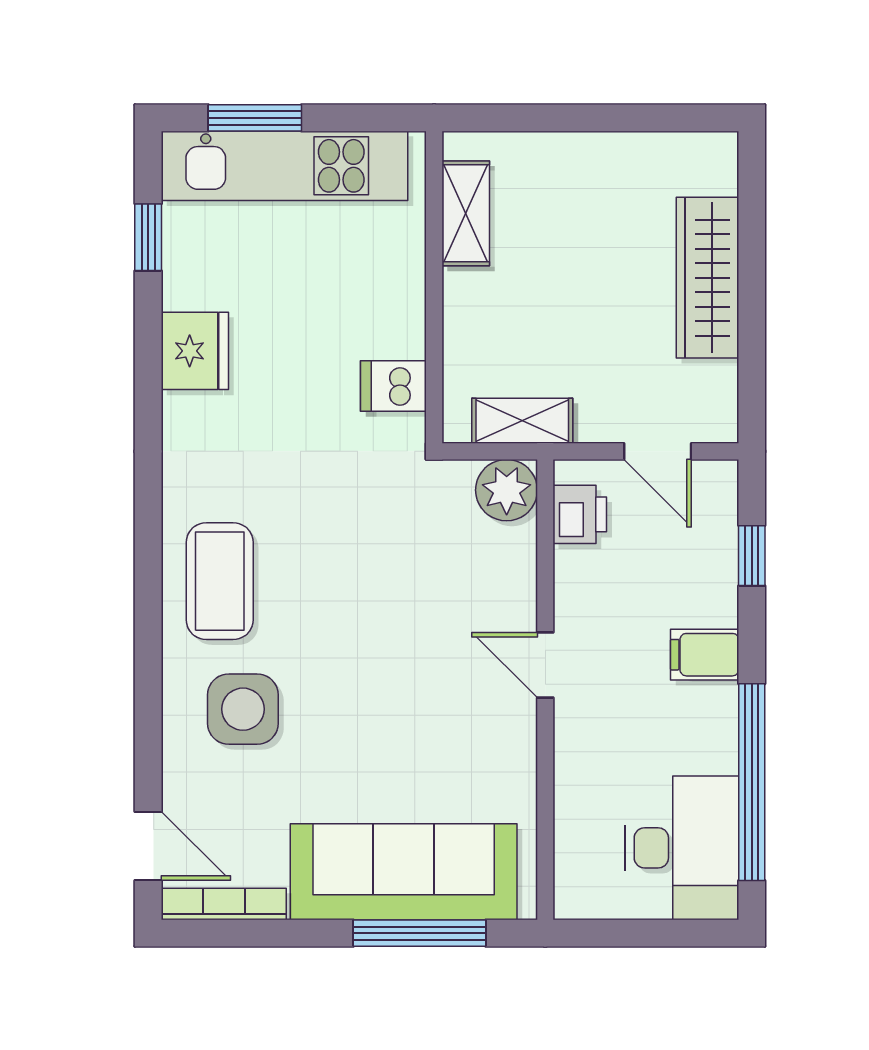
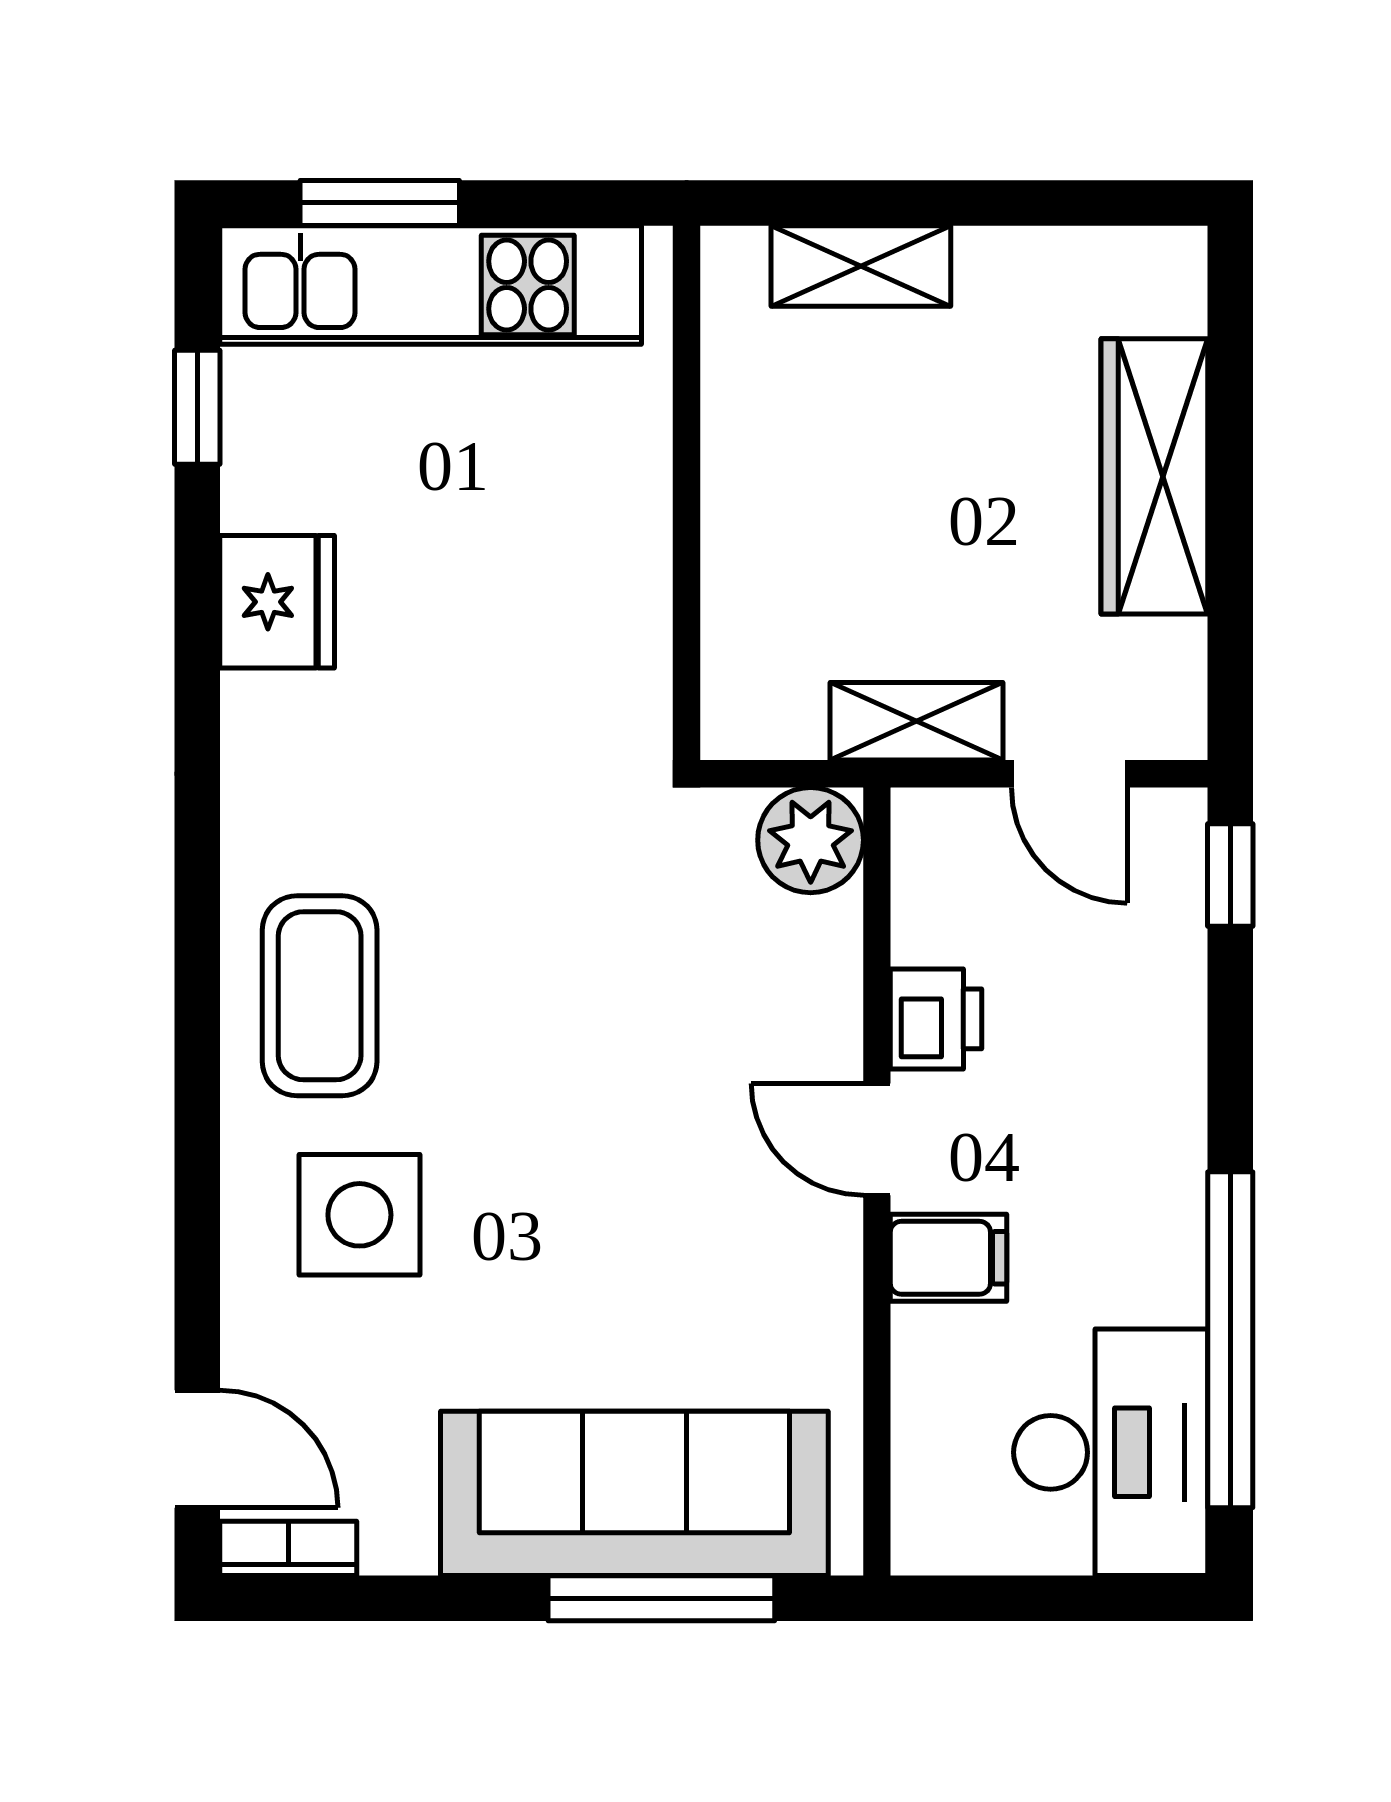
shelving: (466, 213) -> (861, 266), moved, turned 90
dishwasher: (393, 386) -> (617, 662), removed
shelving: (522, 421) -> (916, 721), moved
printer: (580, 514) -> (936, 1019), moved
window: (752, 556) -> (1230, 875), moved
filing cabinet: (705, 655) -> (949, 1258), moved, turned 180
bookcase: (224, 904) -> (288, 1548), width x0.64

